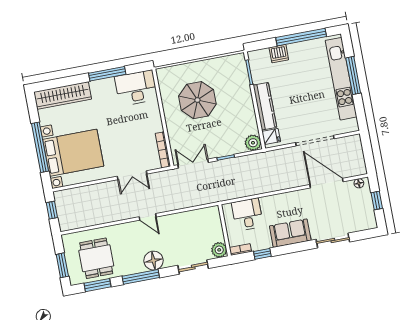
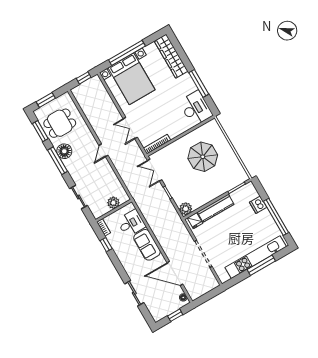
double door: (193, 164) -> (155, 170), swing flipped
door: (326, 183) -> (175, 274), swing flipped
sofa: (290, 233) -> (147, 245), moved, turned 180
plant: (219, 250) -> (113, 203), moved
floor lamp: (154, 261) -> (64, 151), moved

